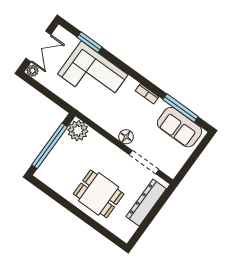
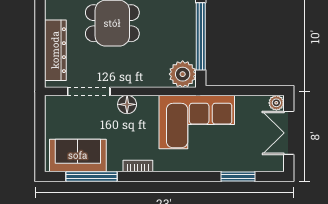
corner sofa: (93, 74) -> (197, 122), moved, turned 180

